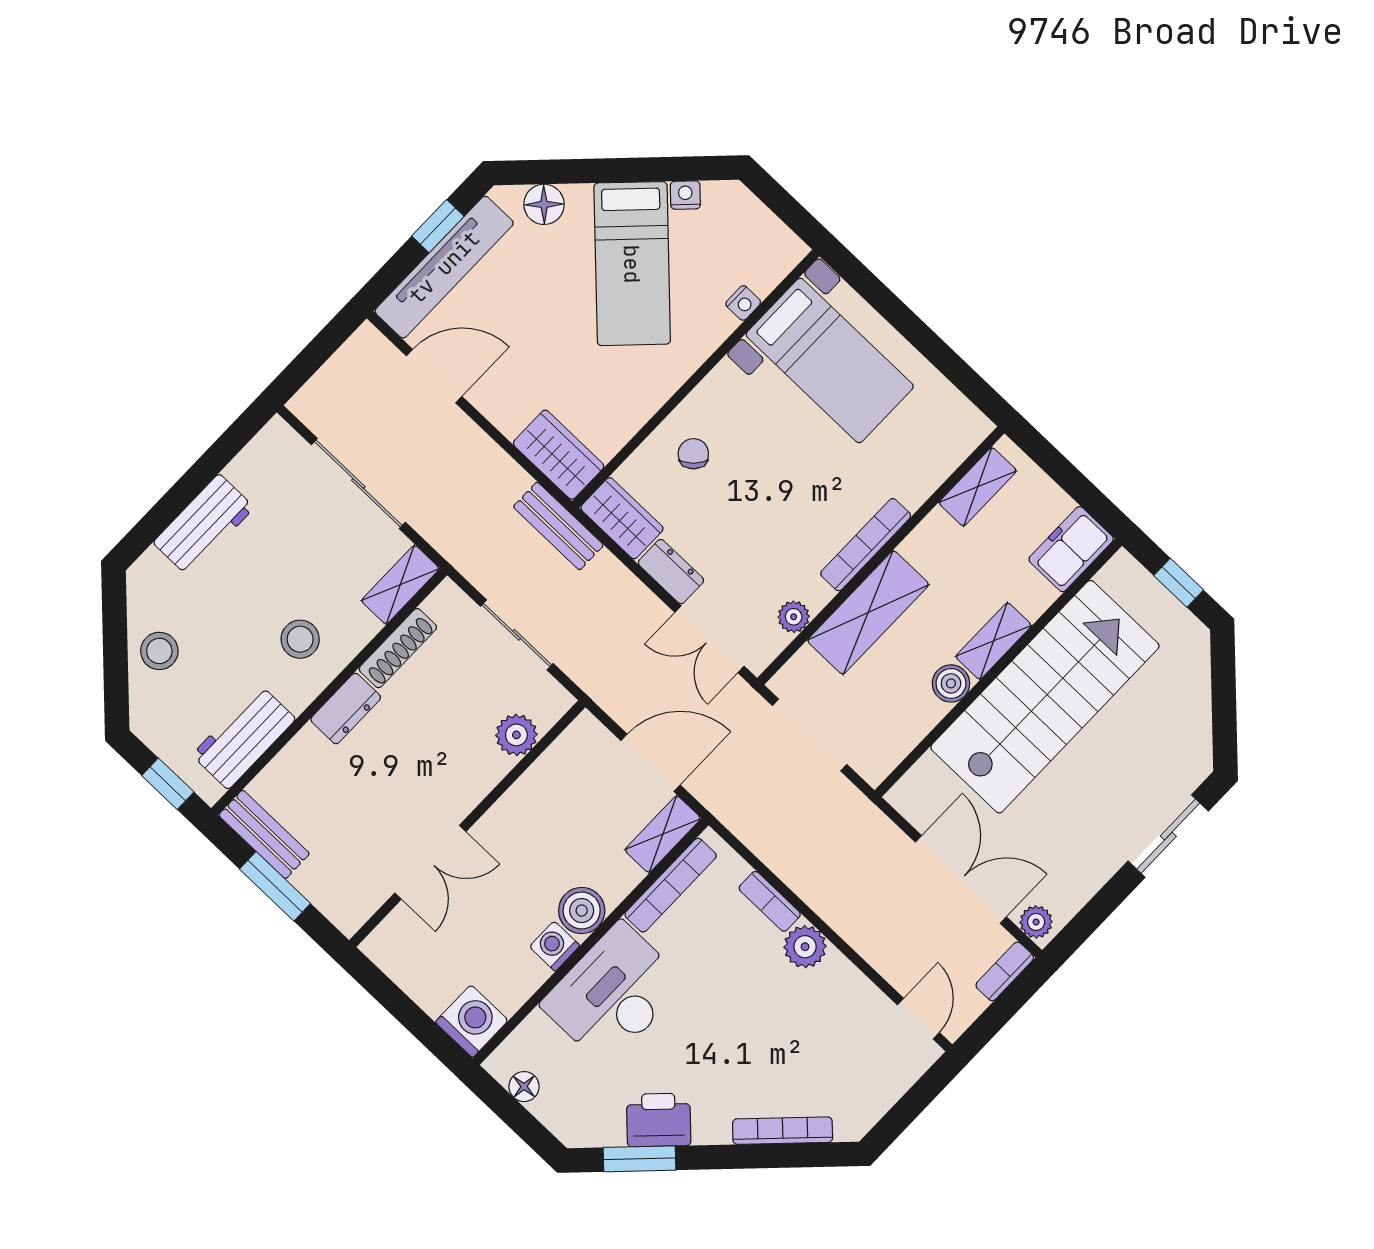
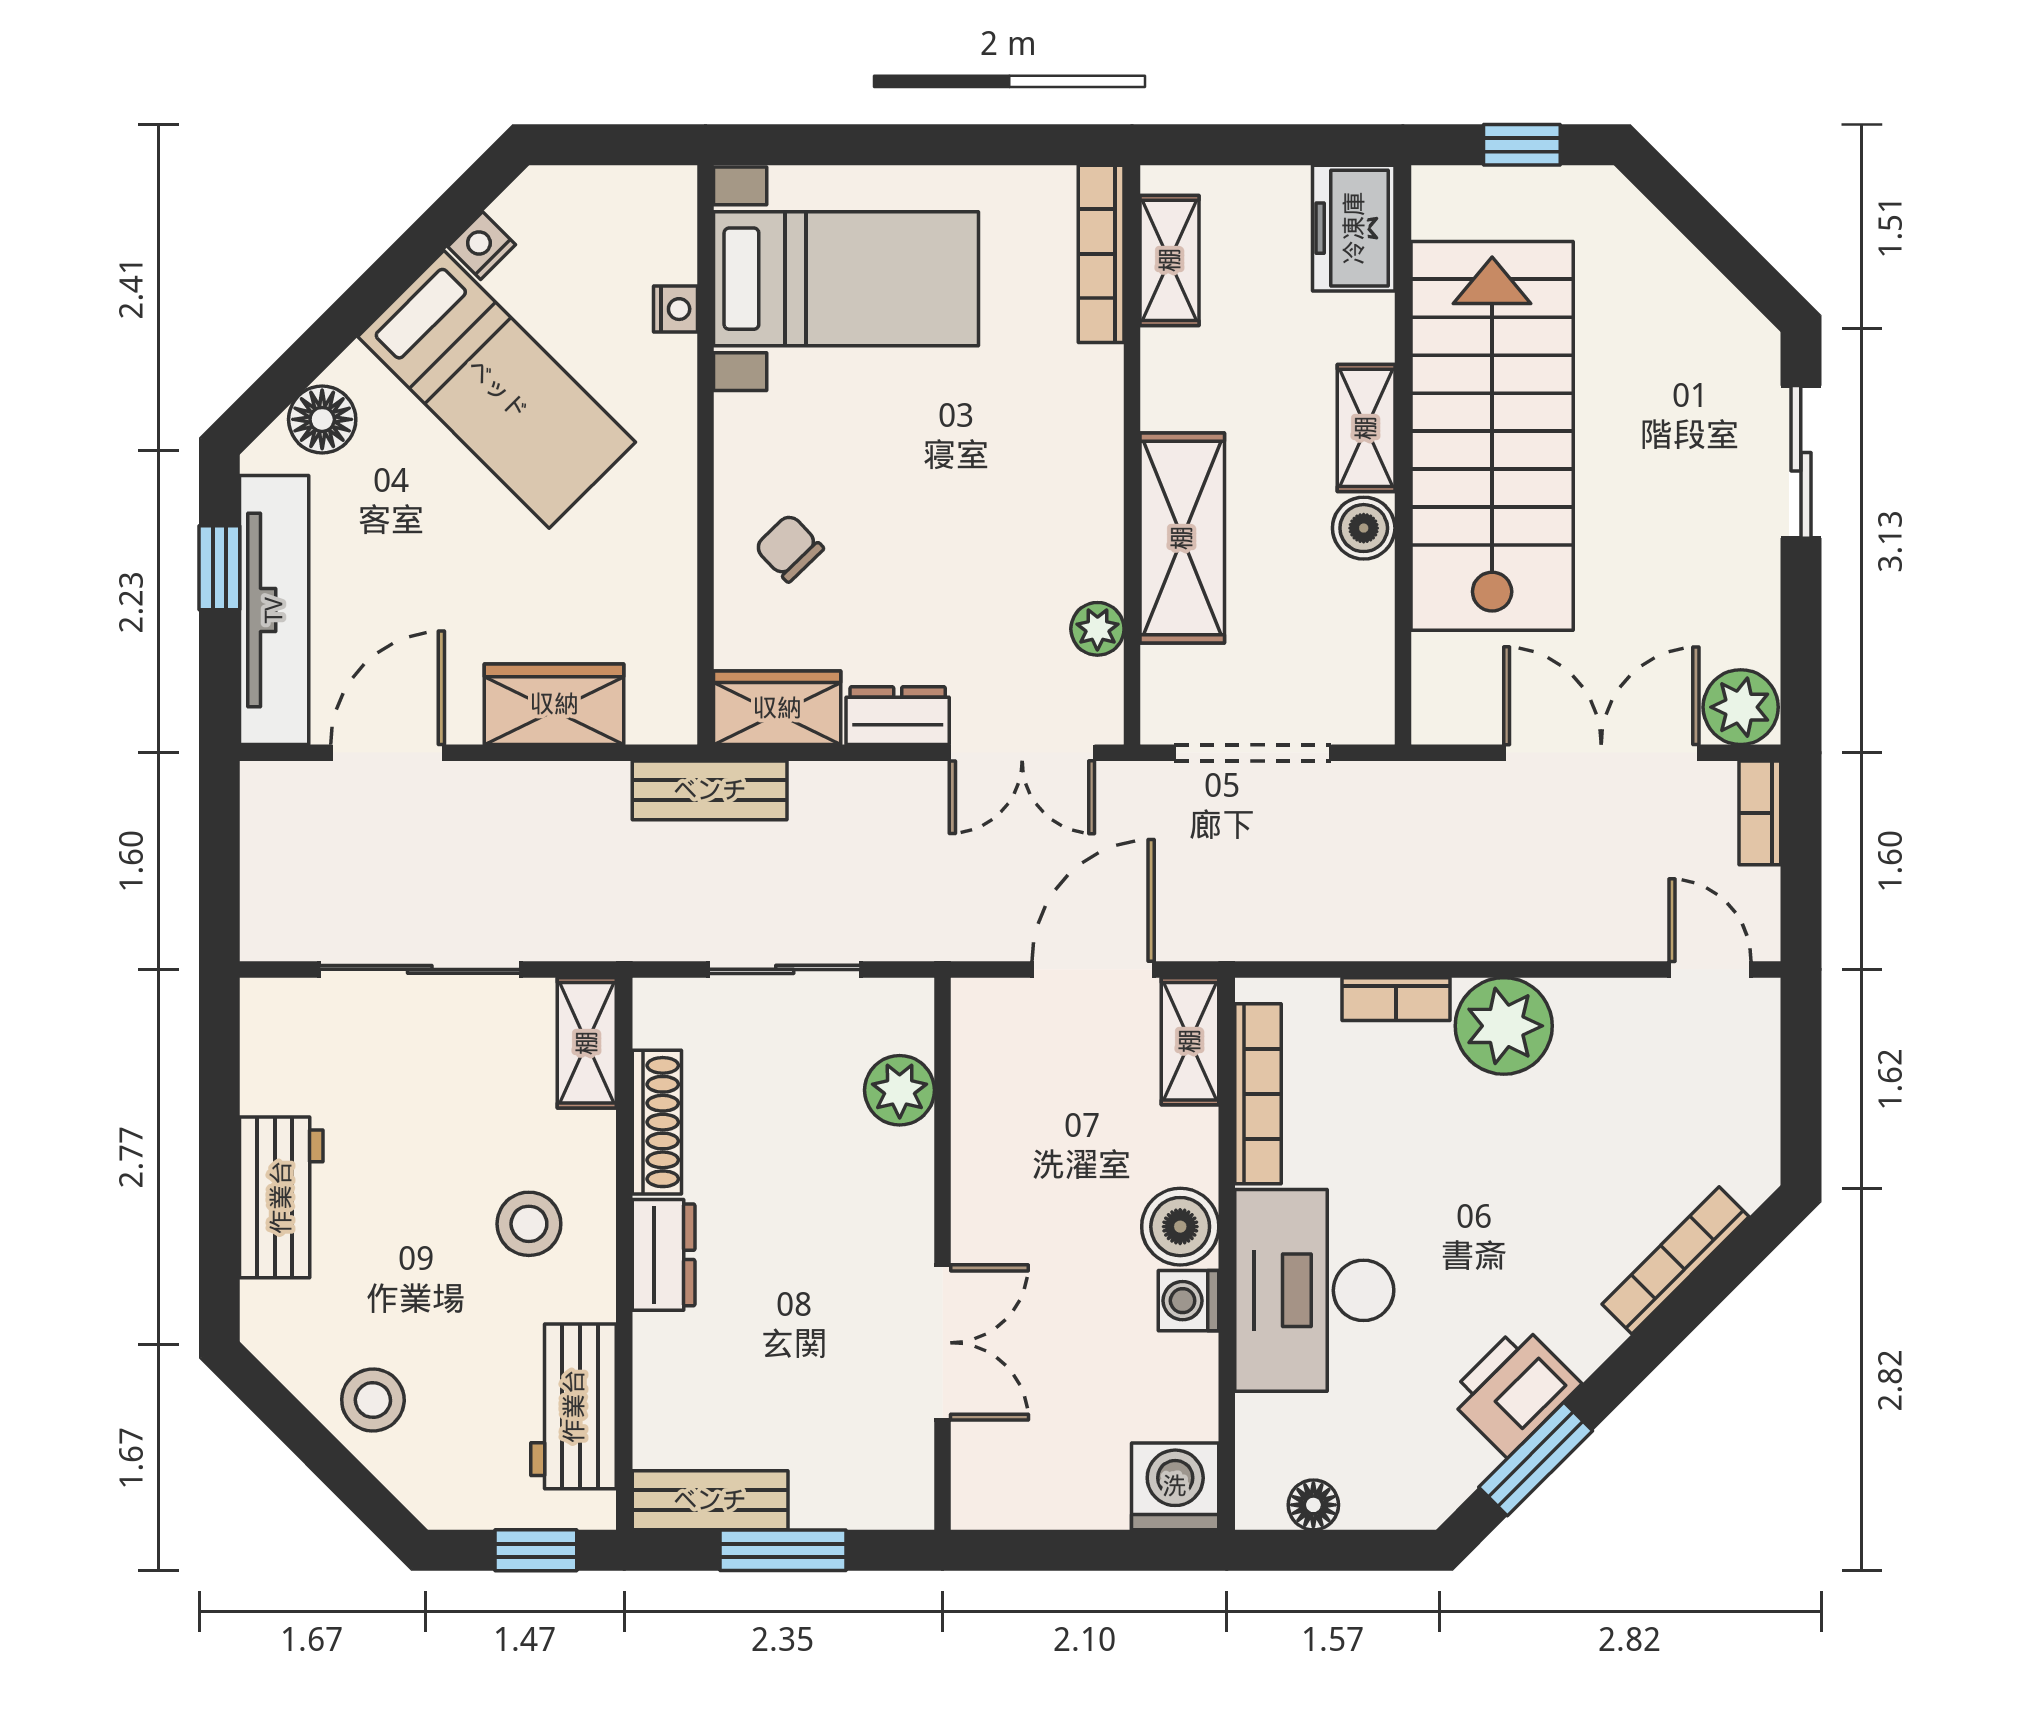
wardrobe: (559, 455) -> (554, 704), moved
bookcase: (866, 545) -> (1101, 254), moved
plant: (1036, 922) -> (1741, 707), width x1.38, depth x1.38
plant: (805, 947) -> (1504, 1026), width x1.36, depth x1.36

